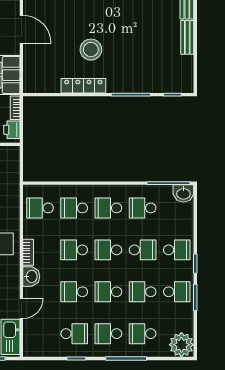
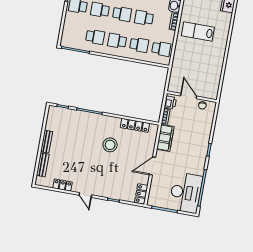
door: (21, 29) -> (152, 166), hinge flipped
locker: (83, 86) -> (135, 125), moved
washbasin: (183, 193) -> (67, 42), removed
school desk: (108, 208) -> (117, 41), turned 180
school desk: (74, 250) -> (144, 18), turned 180

